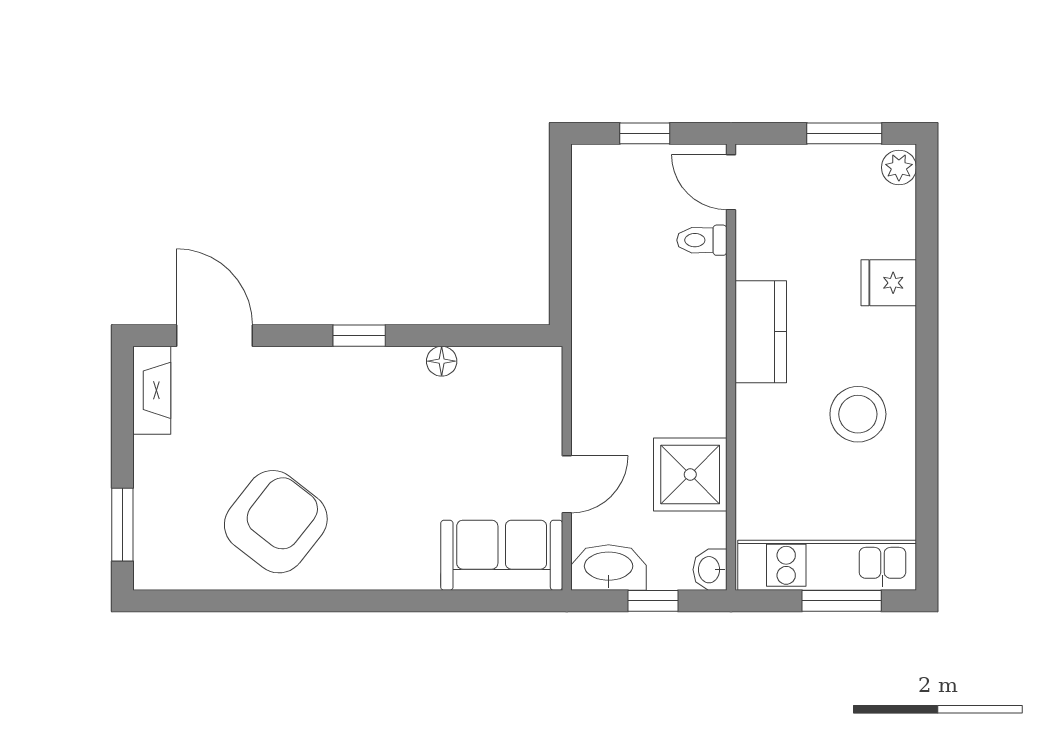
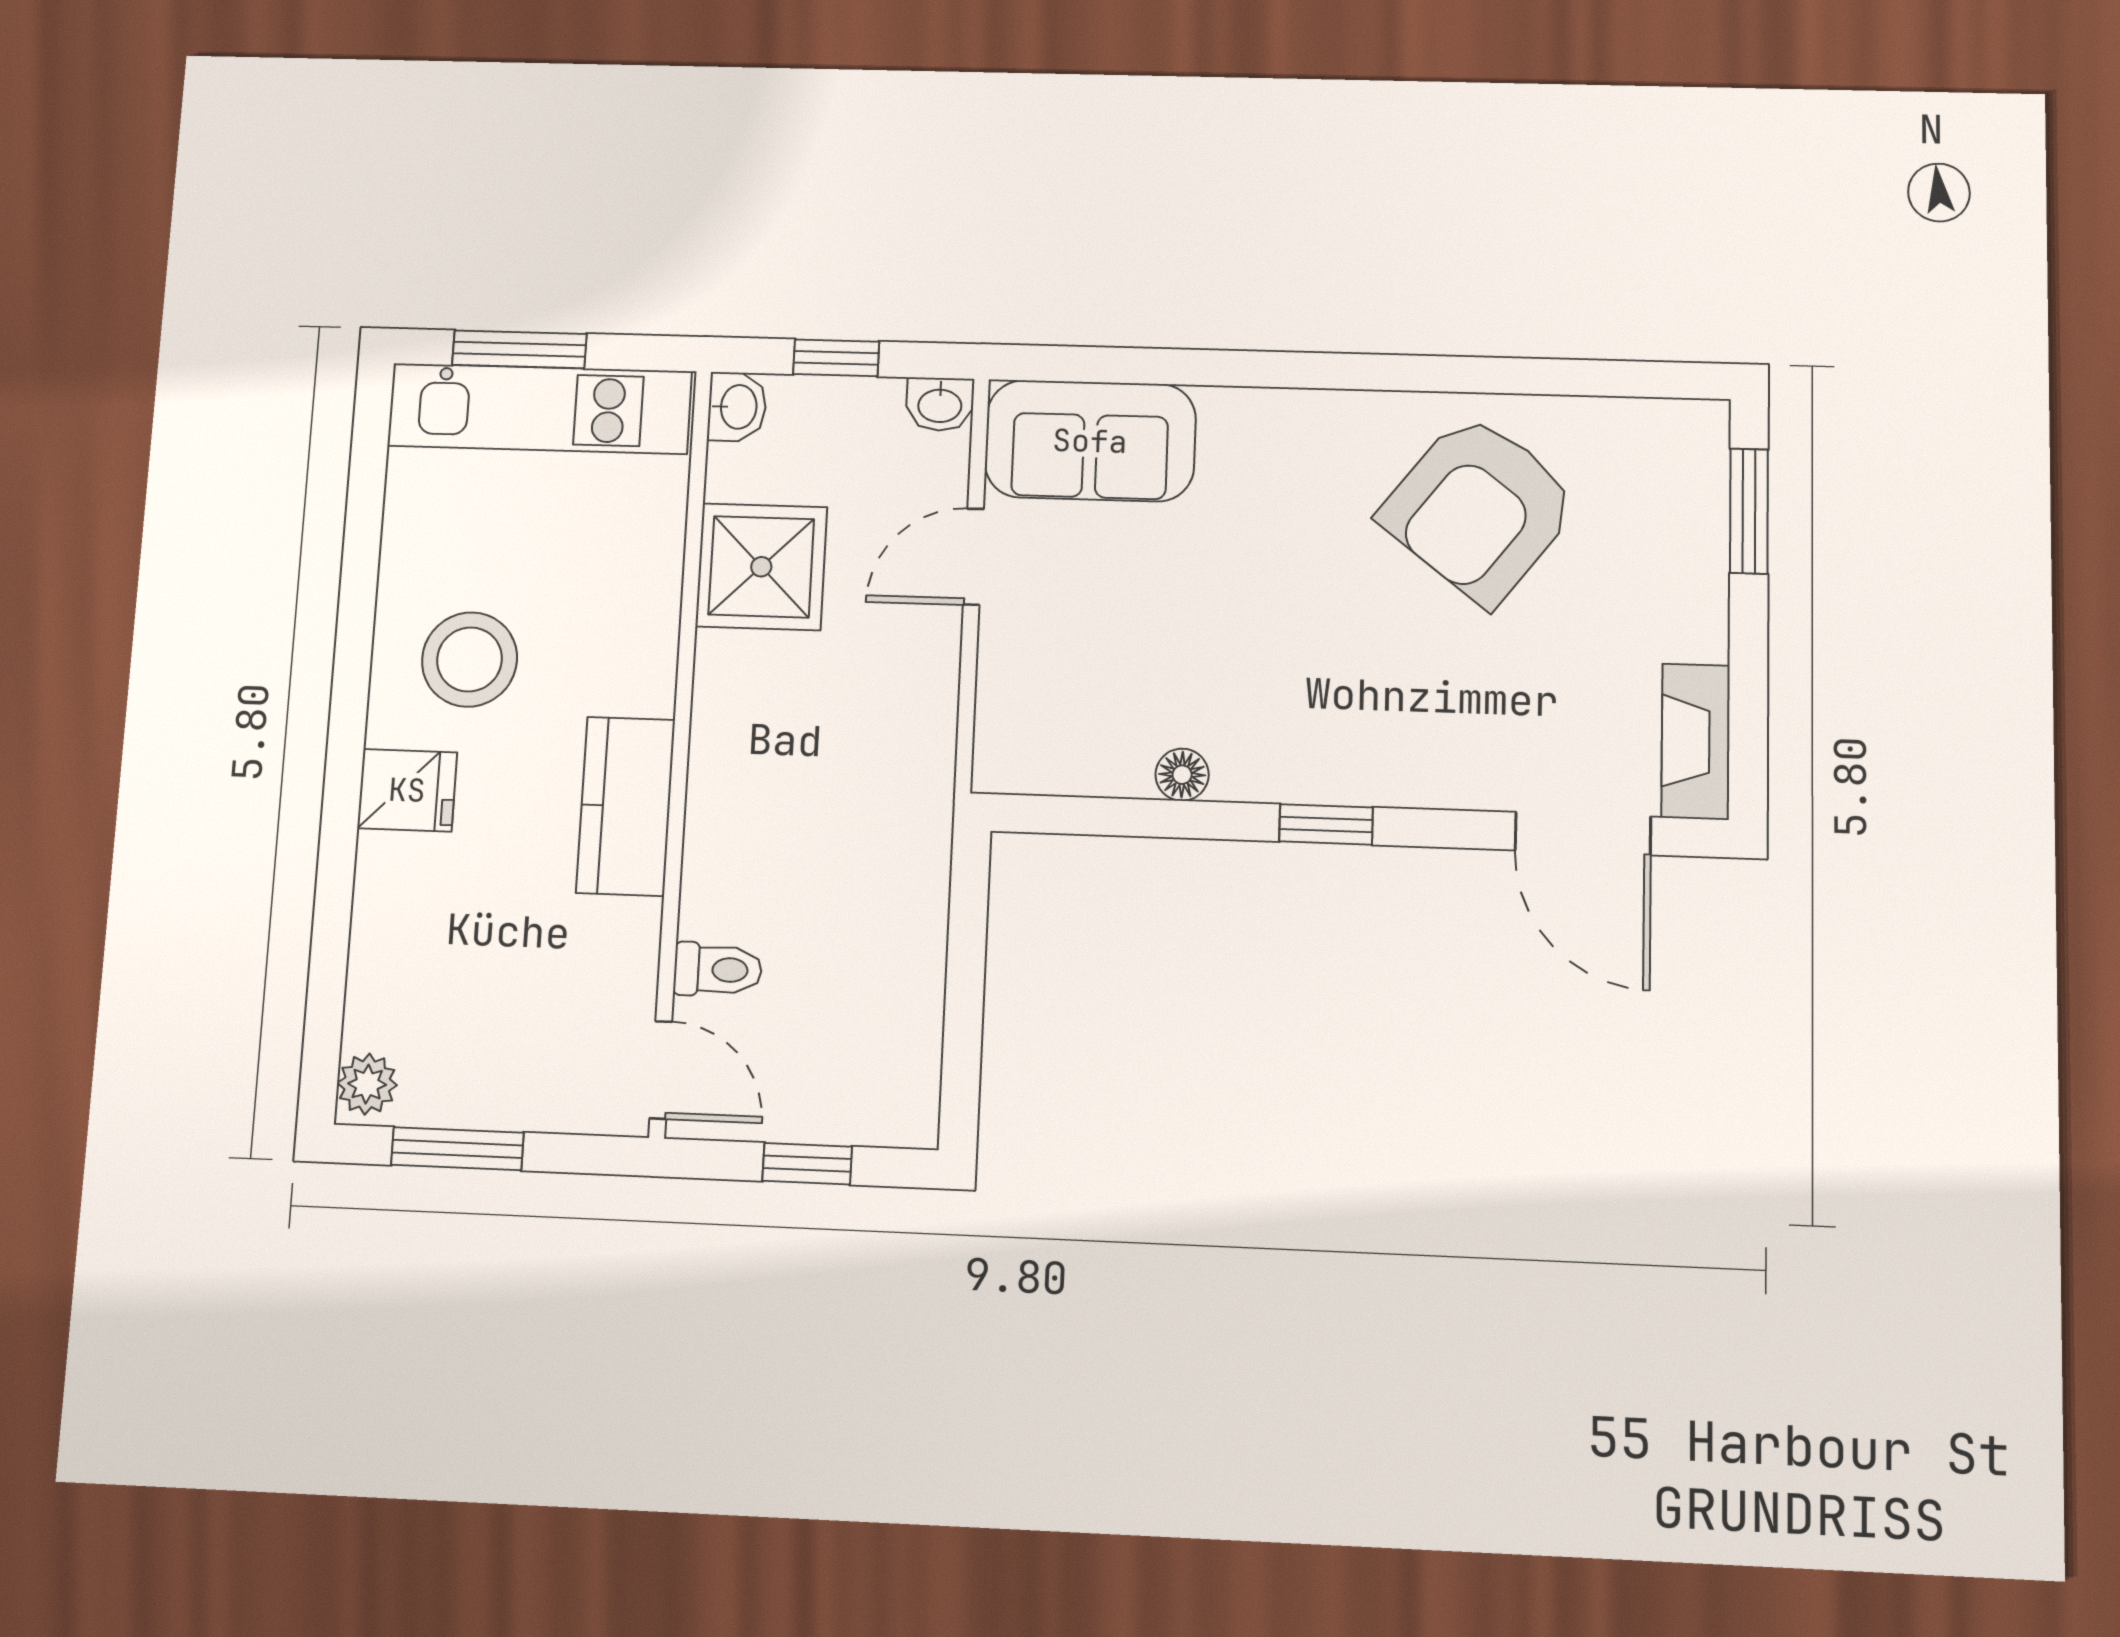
fridge: (889, 283) -> (407, 790), moved
washbasin: (609, 567) -> (940, 404), width x0.52, depth x0.69

